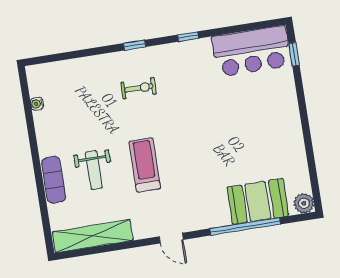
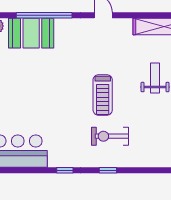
exercise bike: (139, 88) -> (110, 136), width x1.38, depth x1.39
treadmill: (145, 165) -> (103, 95), moved

